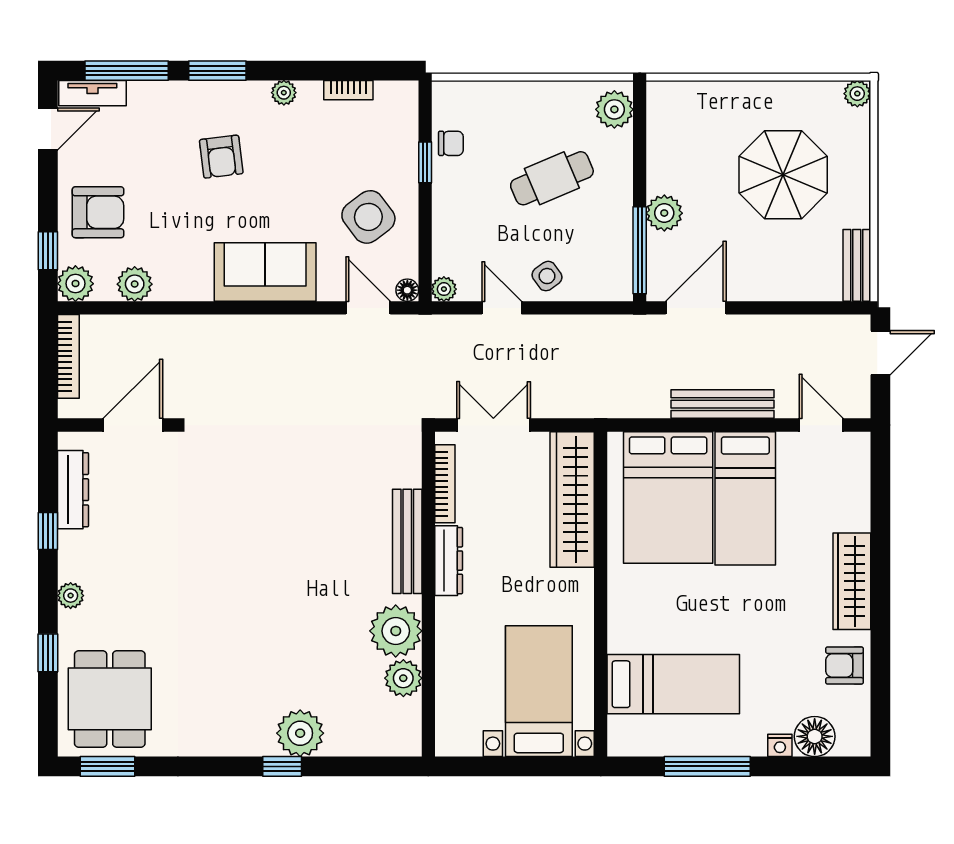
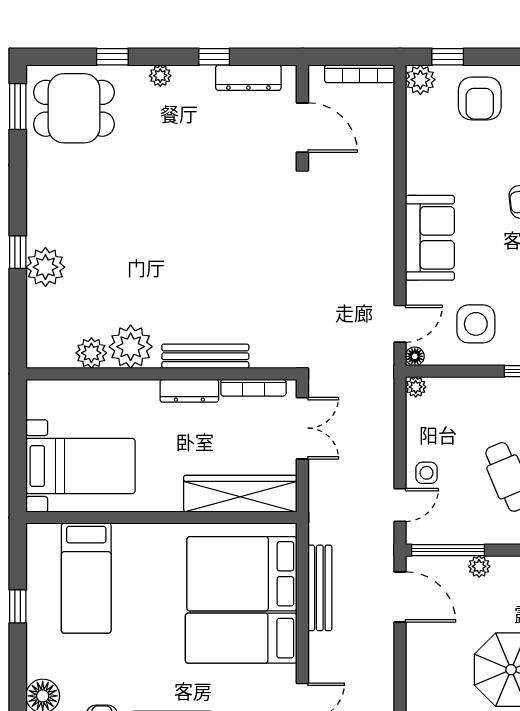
plant: (664, 213) -> (479, 566), width x0.73, depth x0.73
side table: (368, 217) -> (476, 324), turned 37
side table: (547, 276) -> (427, 473), turned 36
plant: (135, 284) -> (420, 129), removed
door: (502, 308) -> (400, 505), moved
bench: (722, 404) -> (320, 588), moved
nightstand: (780, 745) -> (35, 667), removed
window: (707, 766) -> (18, 606), width x0.46

